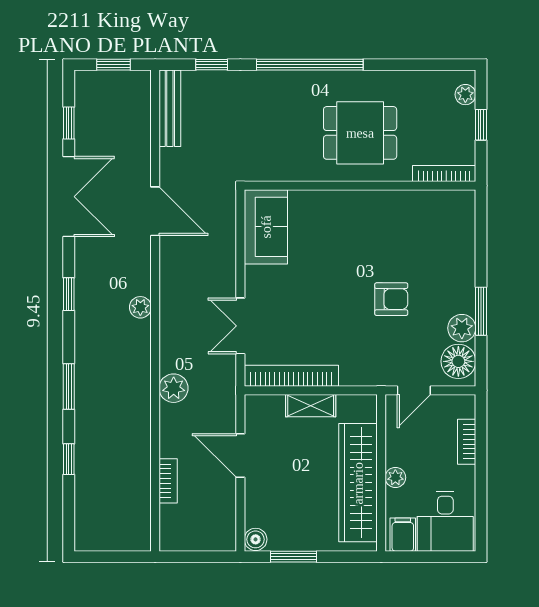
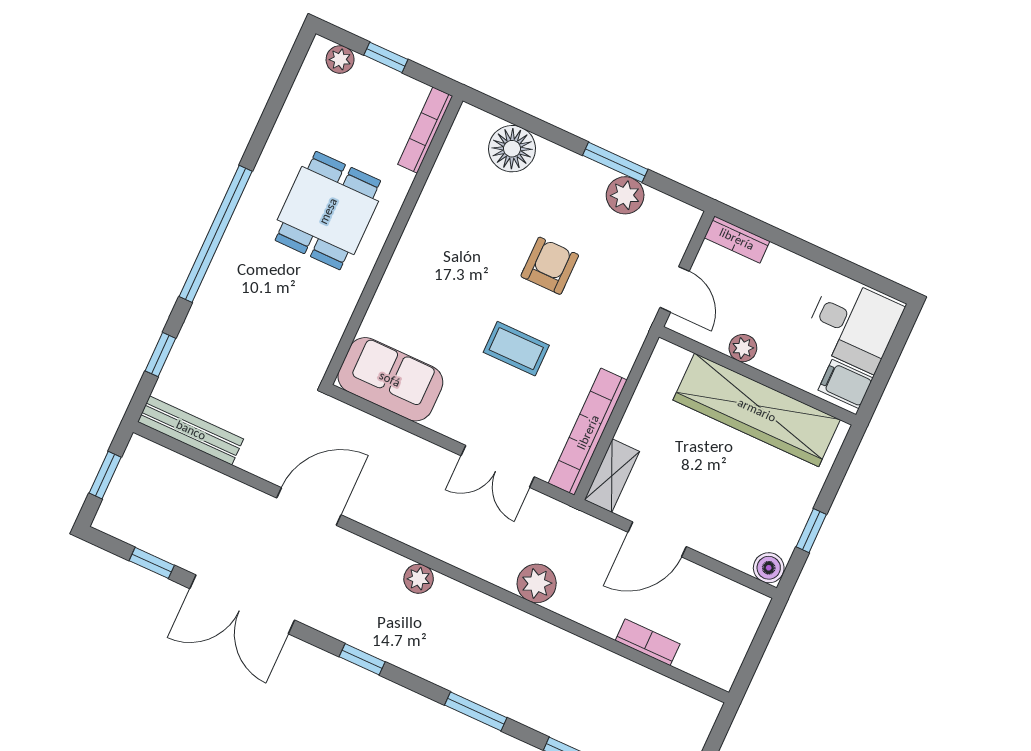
double door: (69, 197) -> (242, 604), swing flipped
coffee table: (325, 302) -> (516, 349), added
floor lamp: (458, 361) -> (512, 149), moved
shelving: (311, 406) -> (612, 476), moved
bookcase: (467, 442) -> (737, 239), moved
plant: (395, 477) -> (743, 348), moved
window: (294, 557) -> (811, 531), width x0.67

